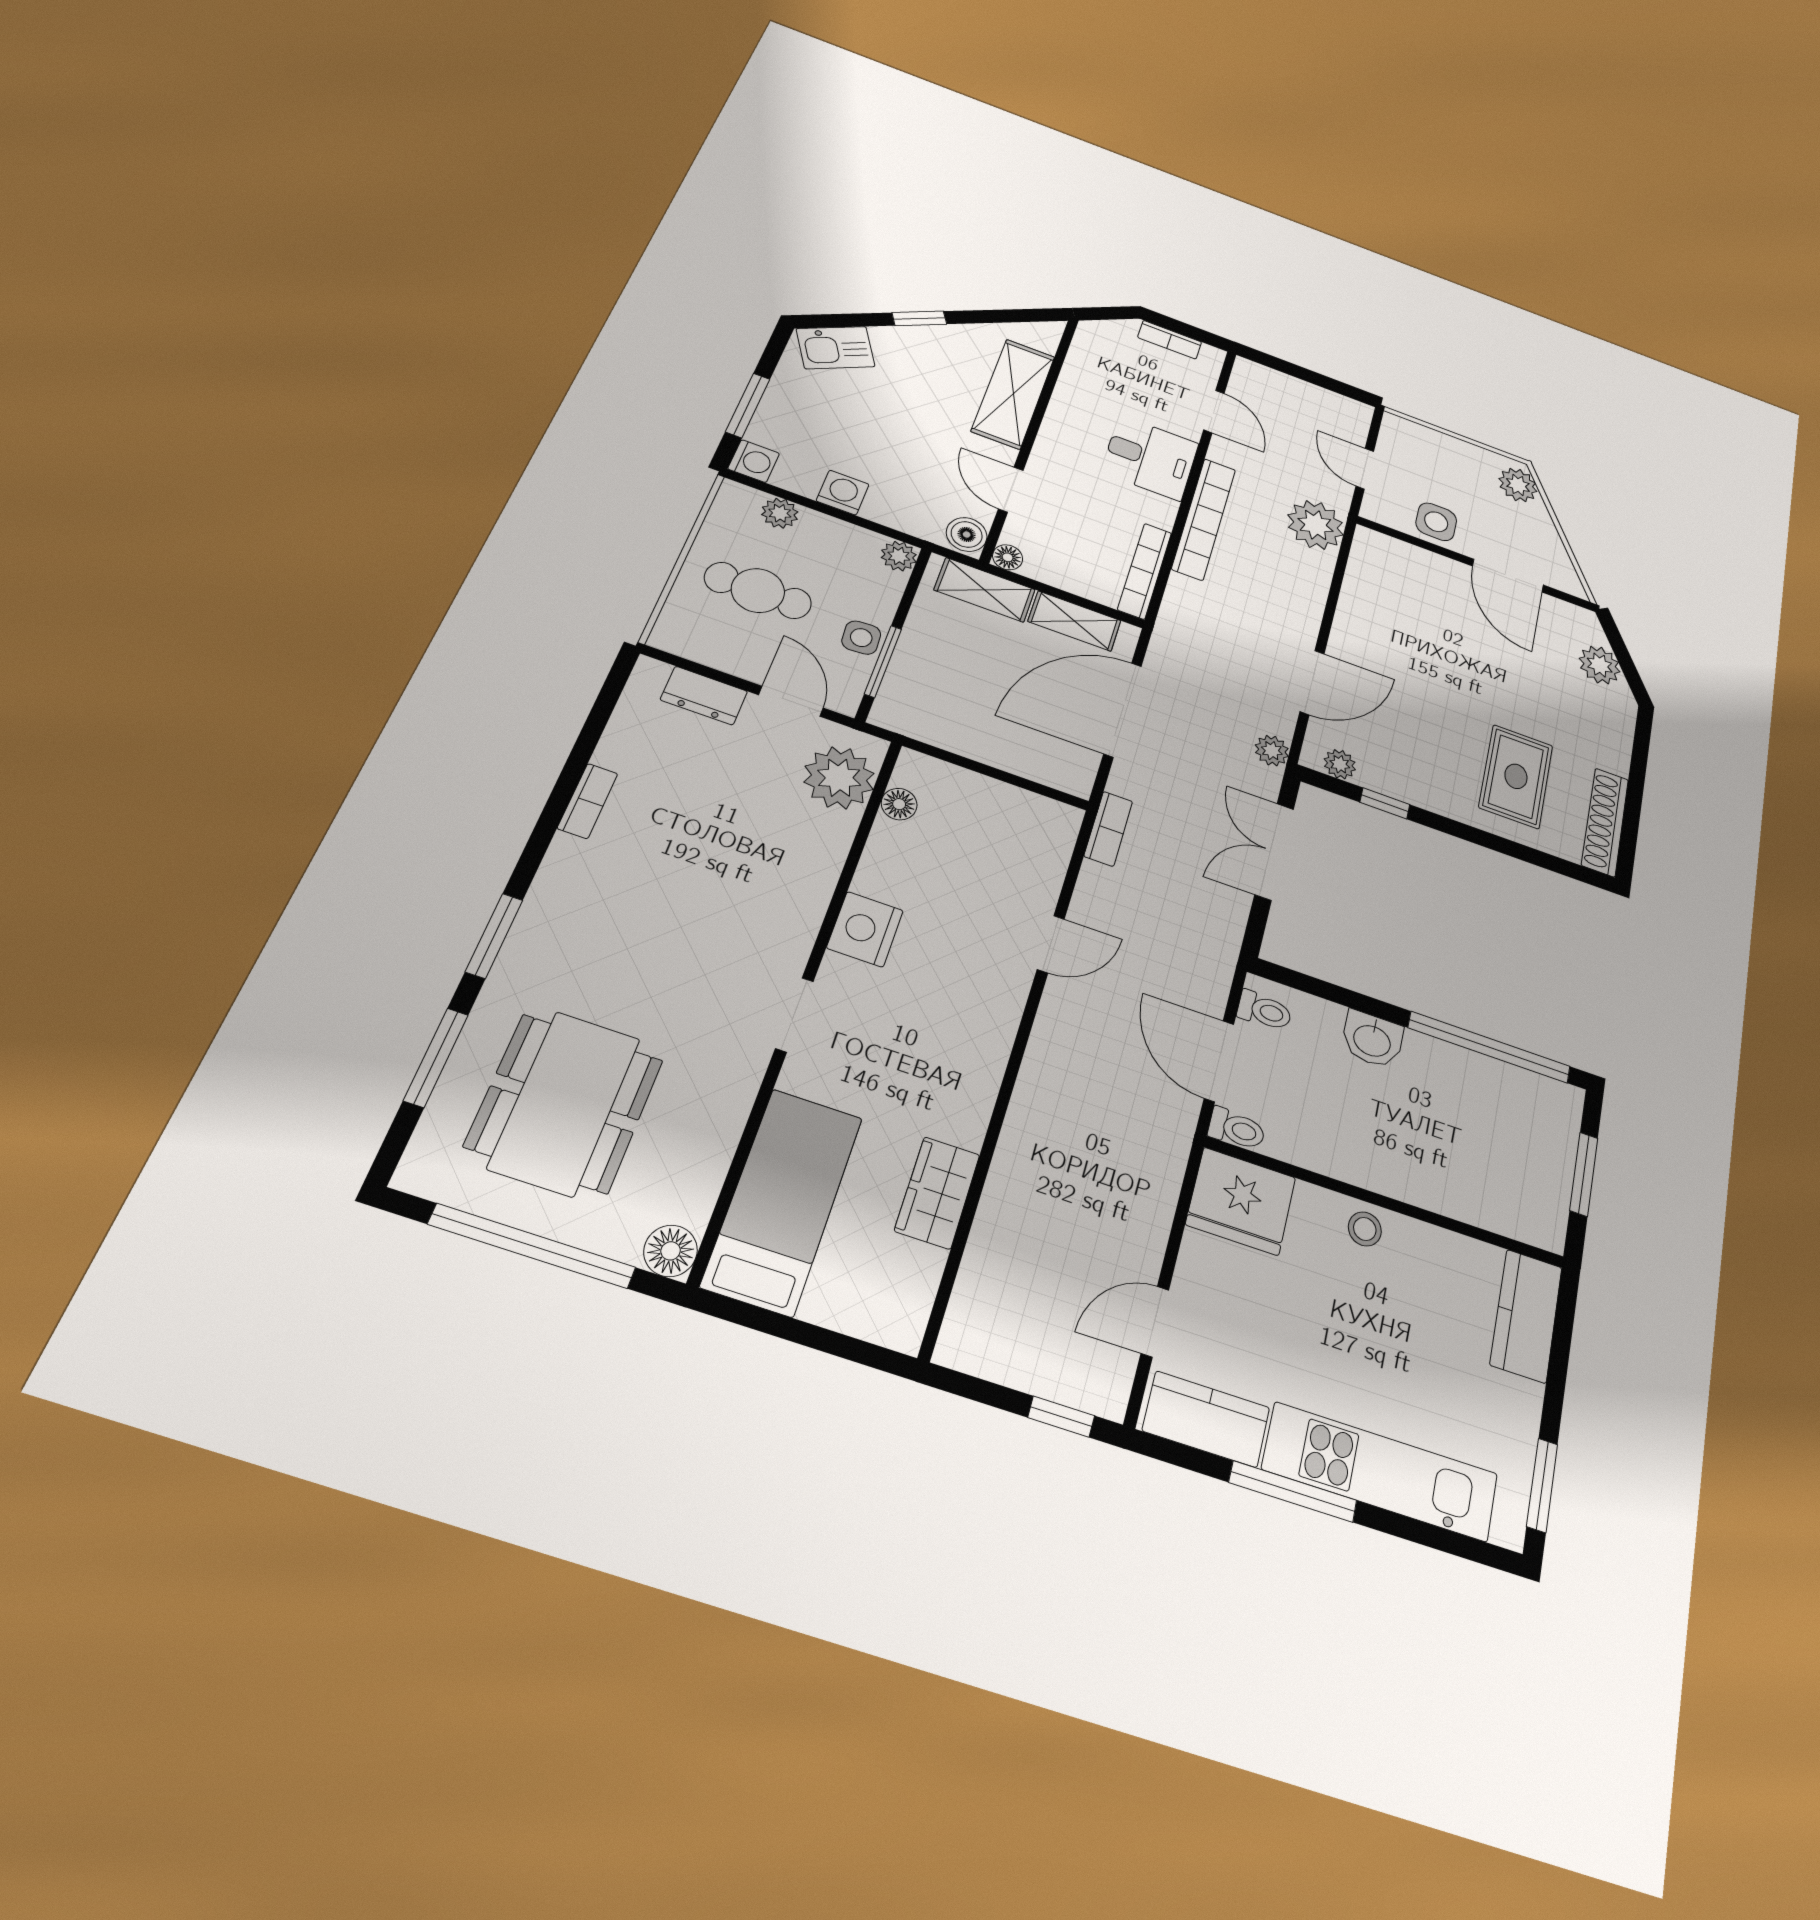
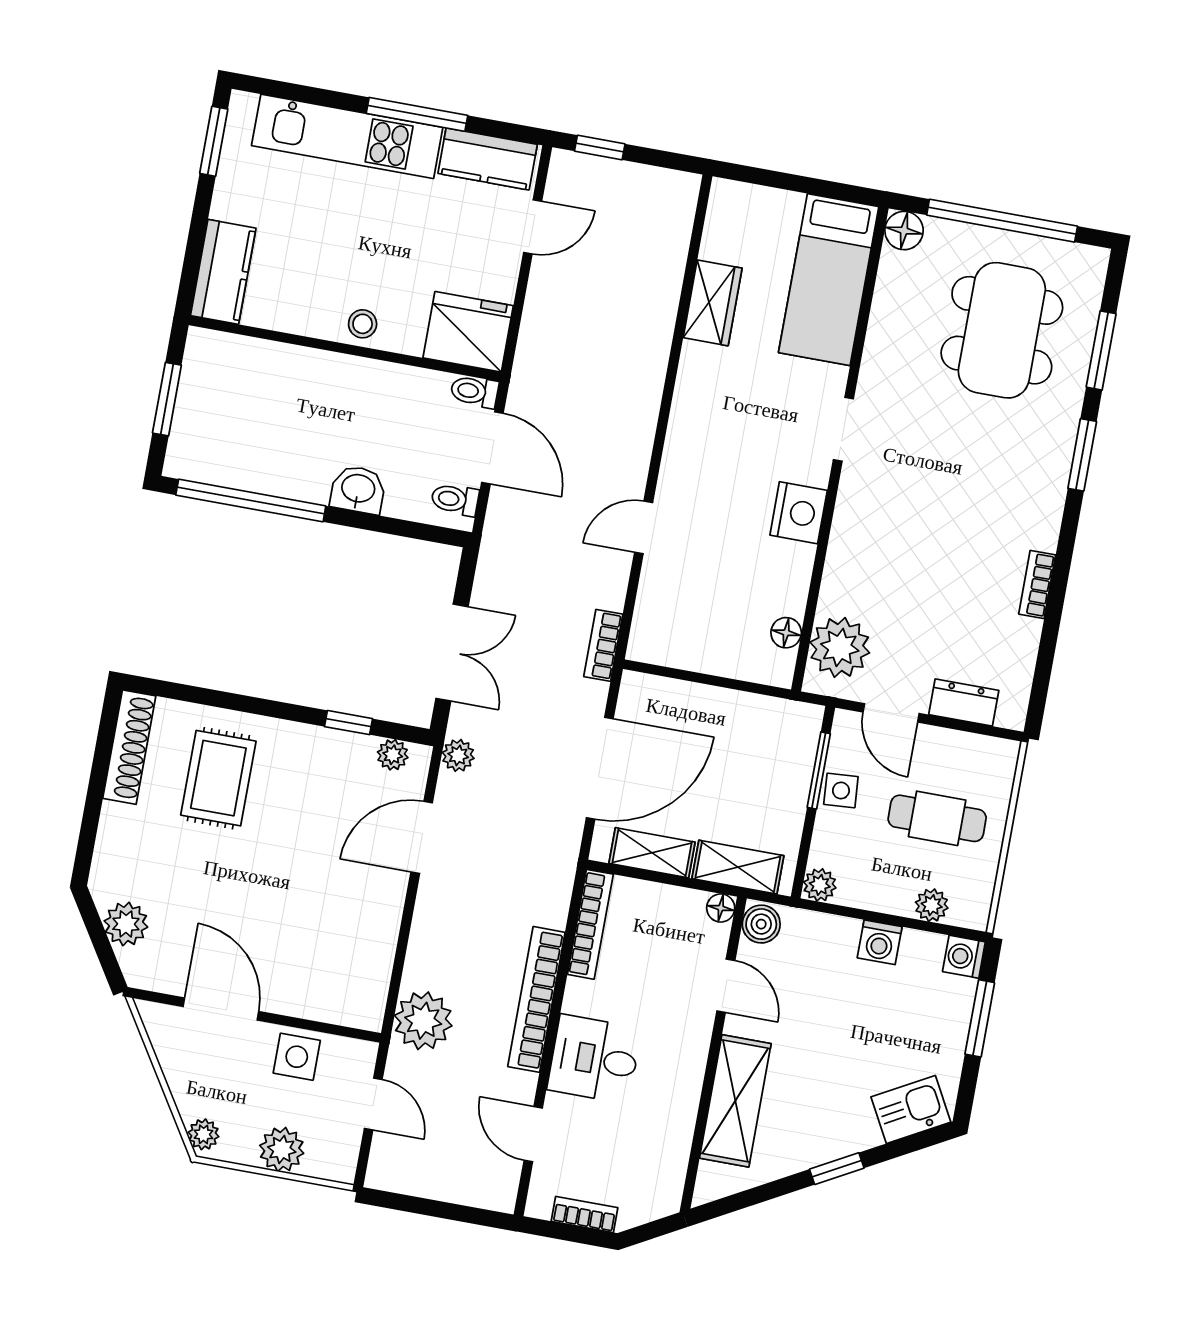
plant: (1449, 452) -> (282, 1149), added
plant: (1518, 485) -> (203, 1134), width x0.73, depth x0.73

